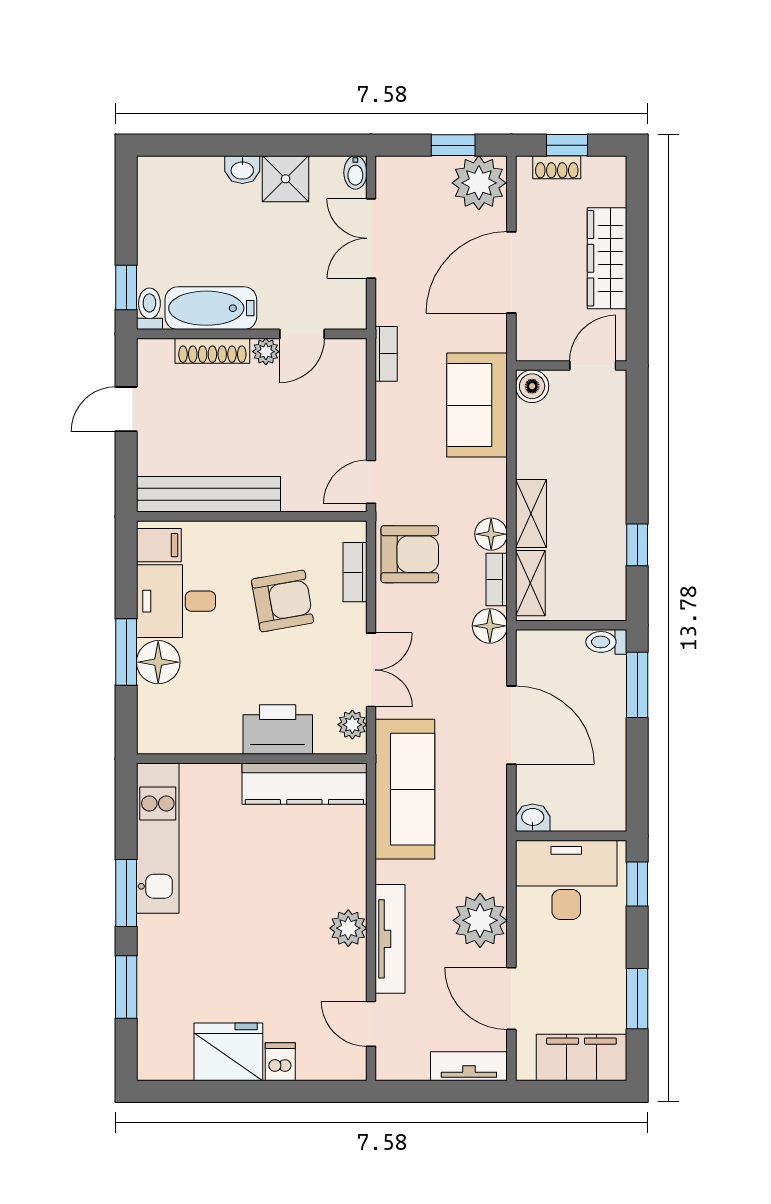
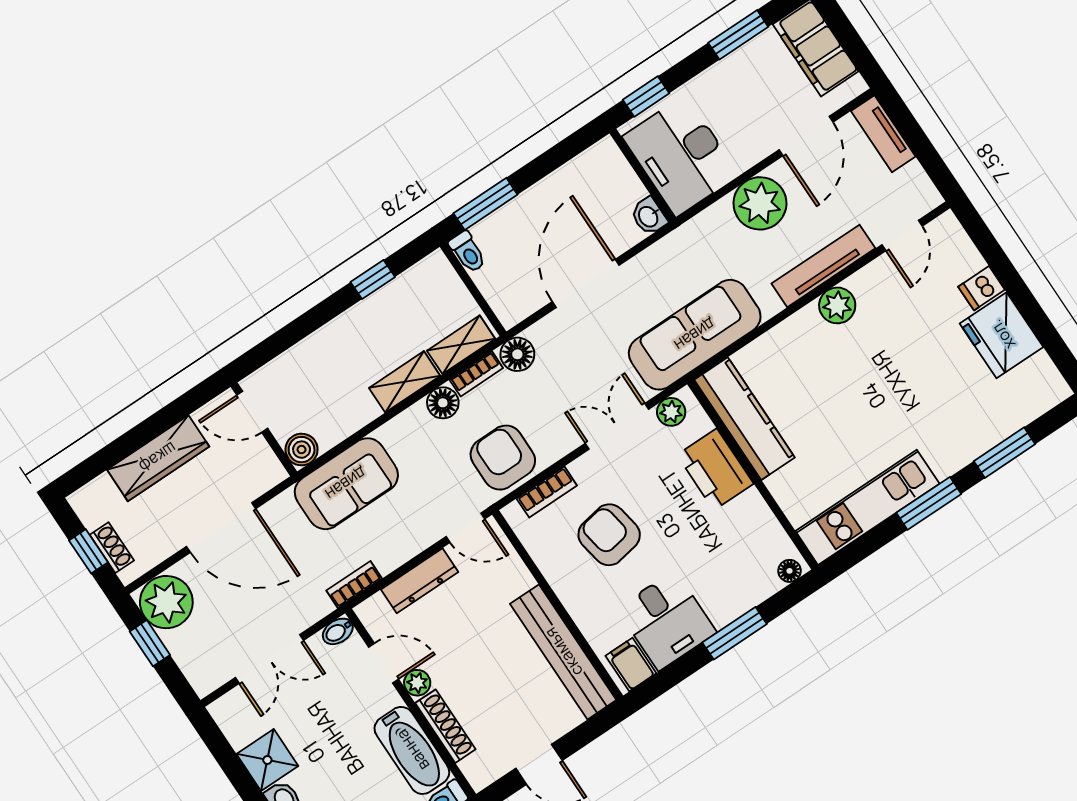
bidet: (355, 172) -> (338, 631), moved, turned 180
dresser: (352, 412) -> (420, 581), added
floor lamp: (158, 662) -> (790, 571), moved, width x0.53, depth x0.53

